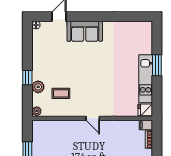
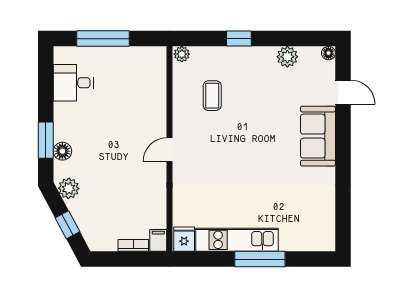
window: (157, 65) -> (260, 259), width x1.44
plant: (38, 87) -> (287, 57), moved

